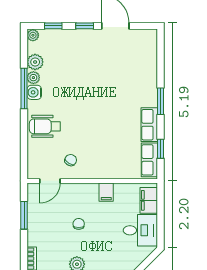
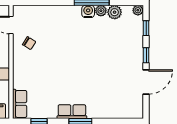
row of seats: (149, 125) -> (72, 112), moved
wheelchair: (45, 126) -> (59, 21), removed
row of seats: (149, 160) -> (20, 104), moved, turned 90

